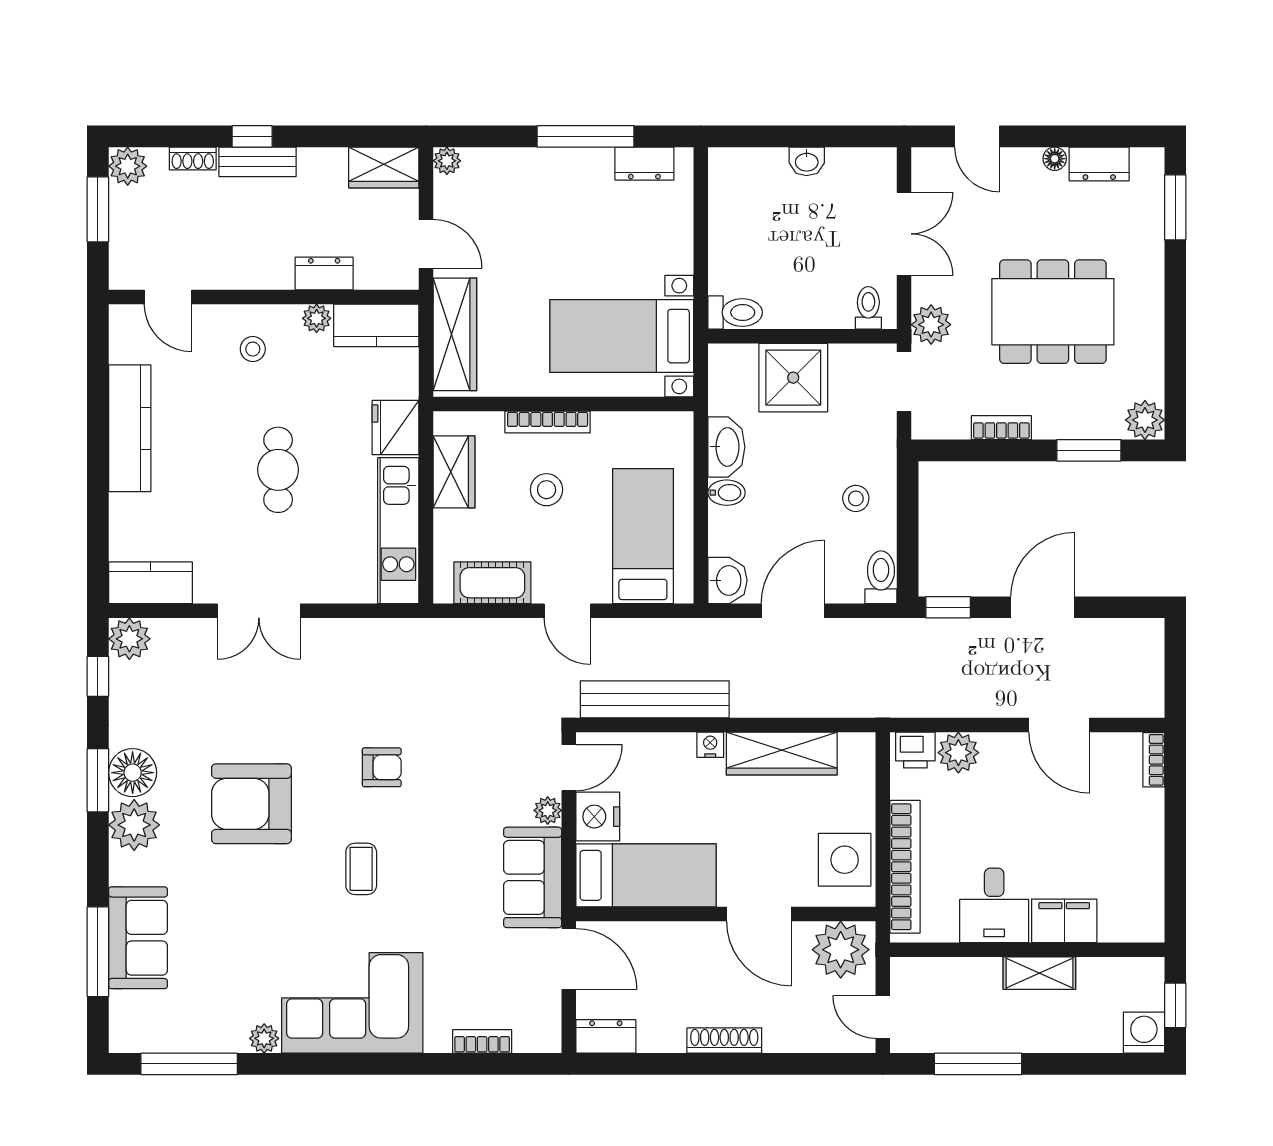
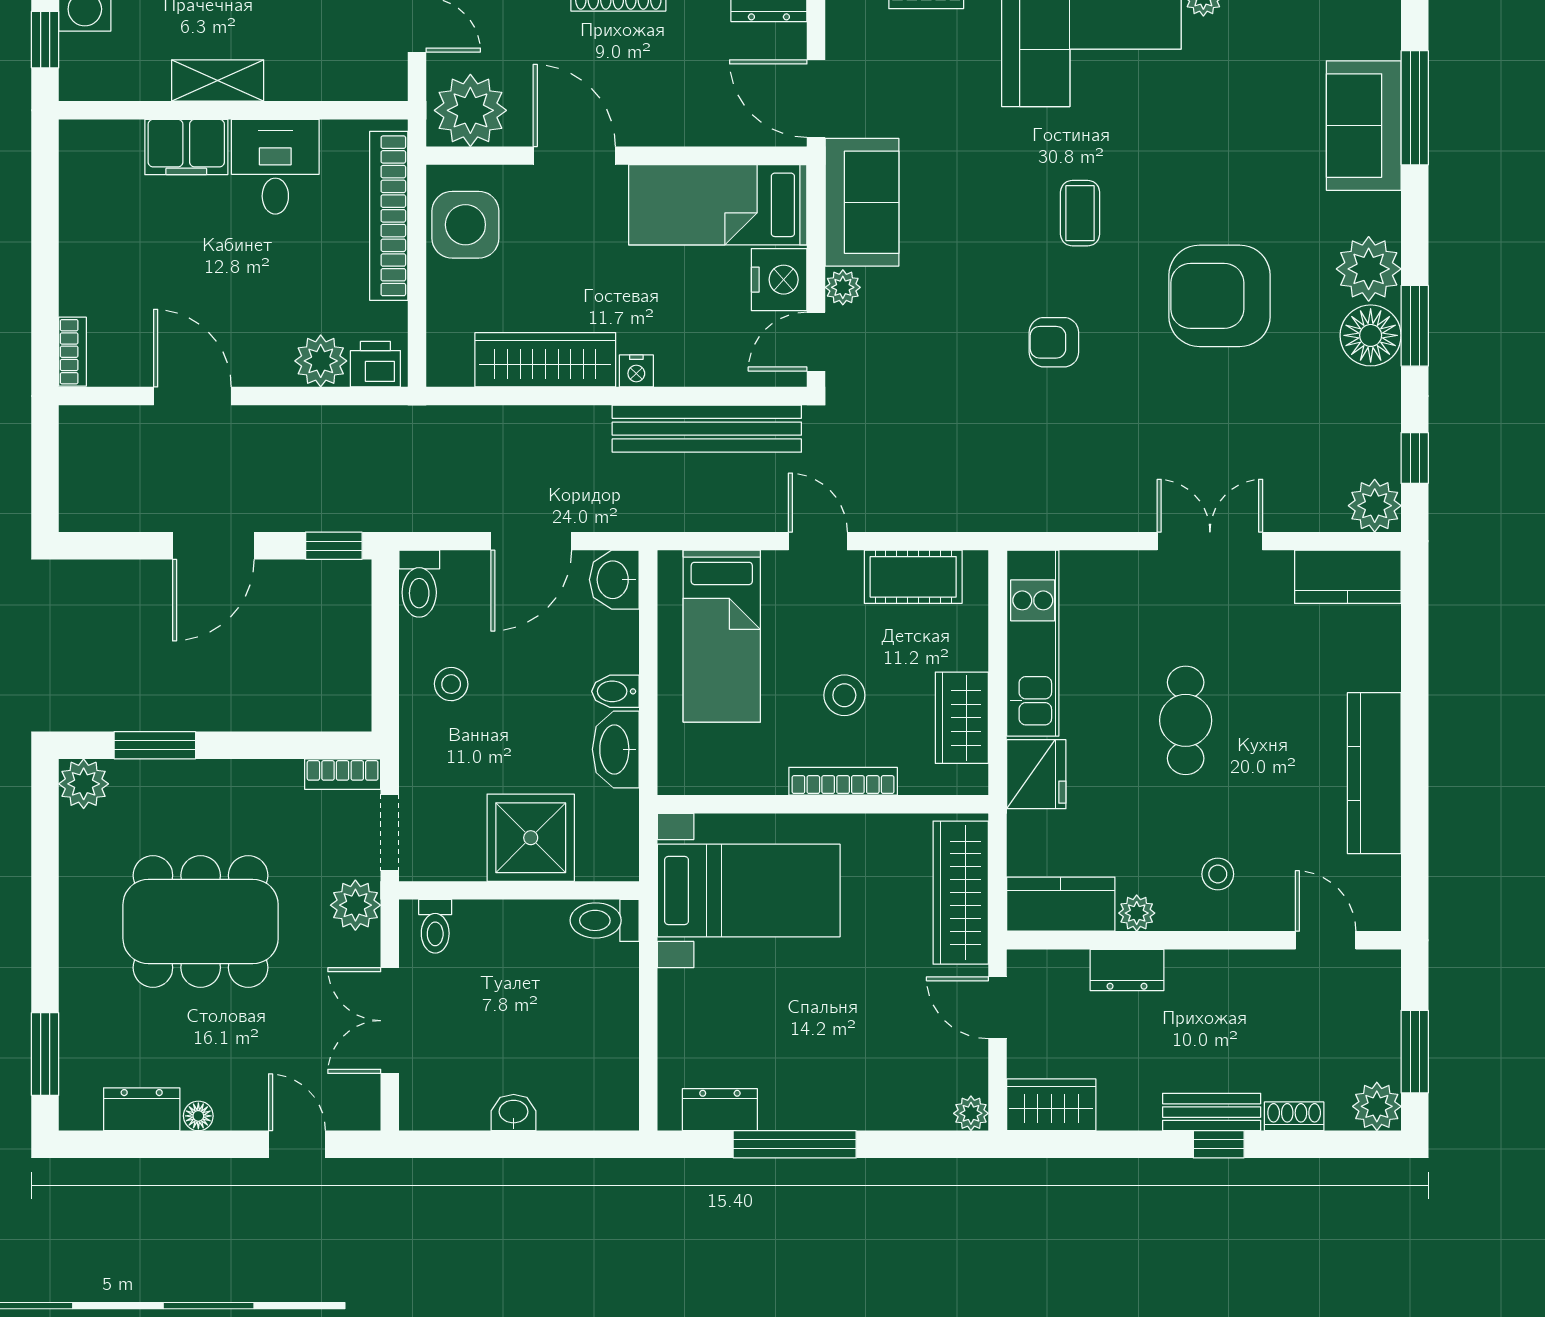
bookcase: (1001, 428) -> (343, 774), moved
armchair: (251, 804) -> (1220, 296), turned 180

